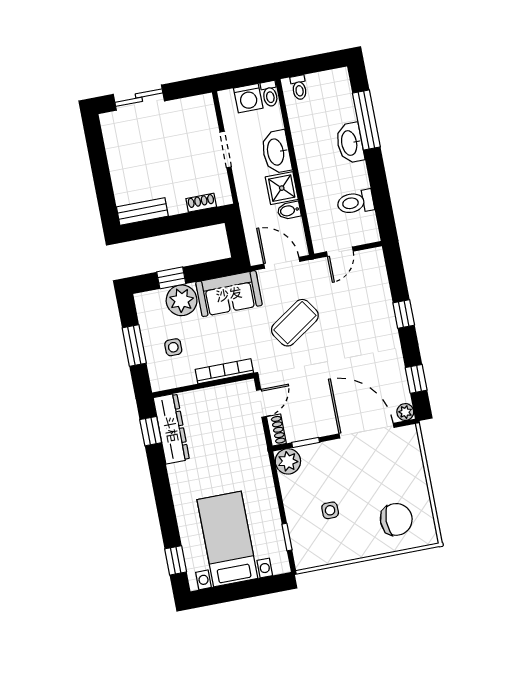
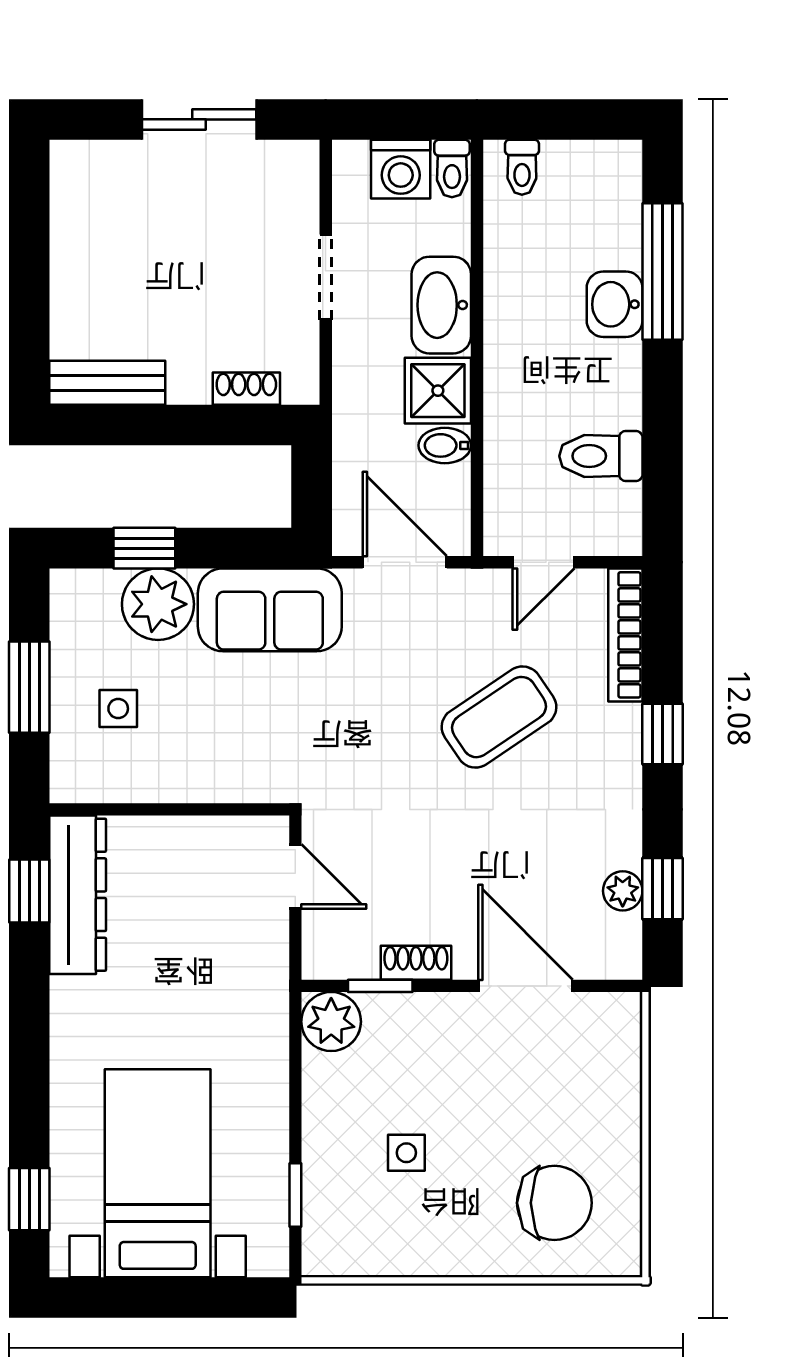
sliding door: (139, 98) -> (199, 119), moved
washbasin: (350, 143) -> (615, 304), width x0.72
coffee table: (295, 323) -> (499, 717), moved
bookcase: (224, 371) -> (625, 635), moved, turned -90
door: (261, 403) -> (295, 876), hinge flipped
plant: (405, 412) -> (623, 891), moved
shoe rack: (276, 430) -> (416, 963), moved, turned -90
door: (367, 431) -> (525, 986), width x0.73

